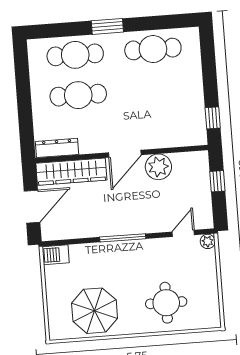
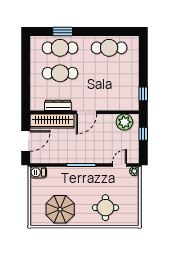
window: (107, 26) -> (63, 32), moved
dresser: (57, 148) -> (58, 105), moved
plant: (158, 167) -> (124, 122), moved

